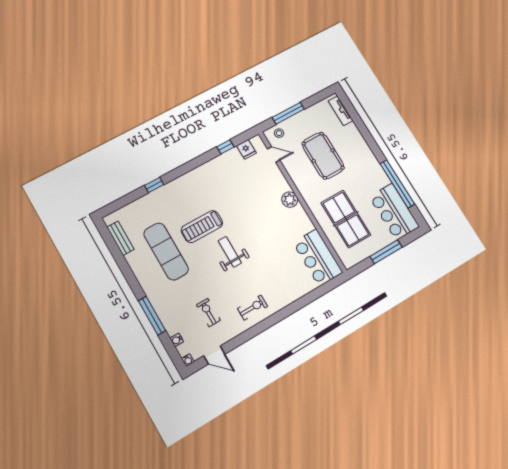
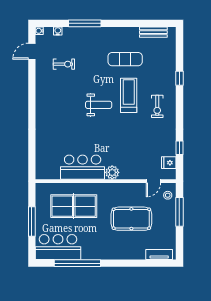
exercise mat: (166, 251) -> (125, 59), width x0.73, depth x0.69
bar counter: (318, 258) -> (83, 167), moved
exercise bike: (253, 308) -> (157, 106), moved

